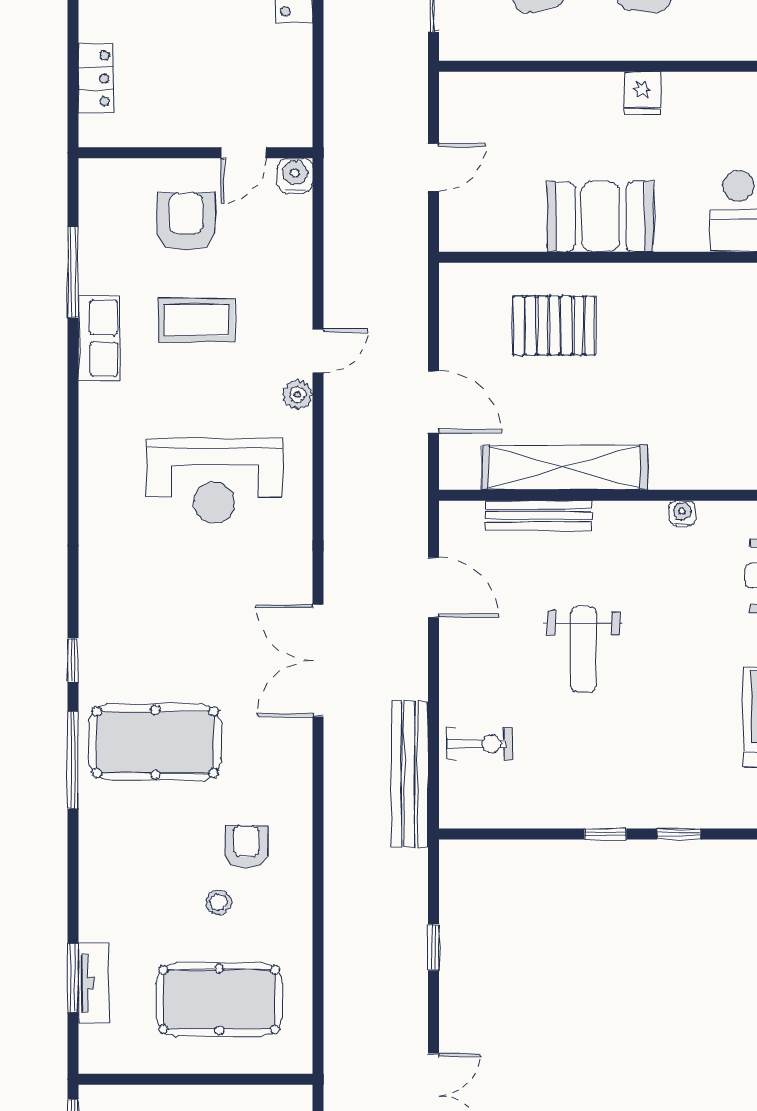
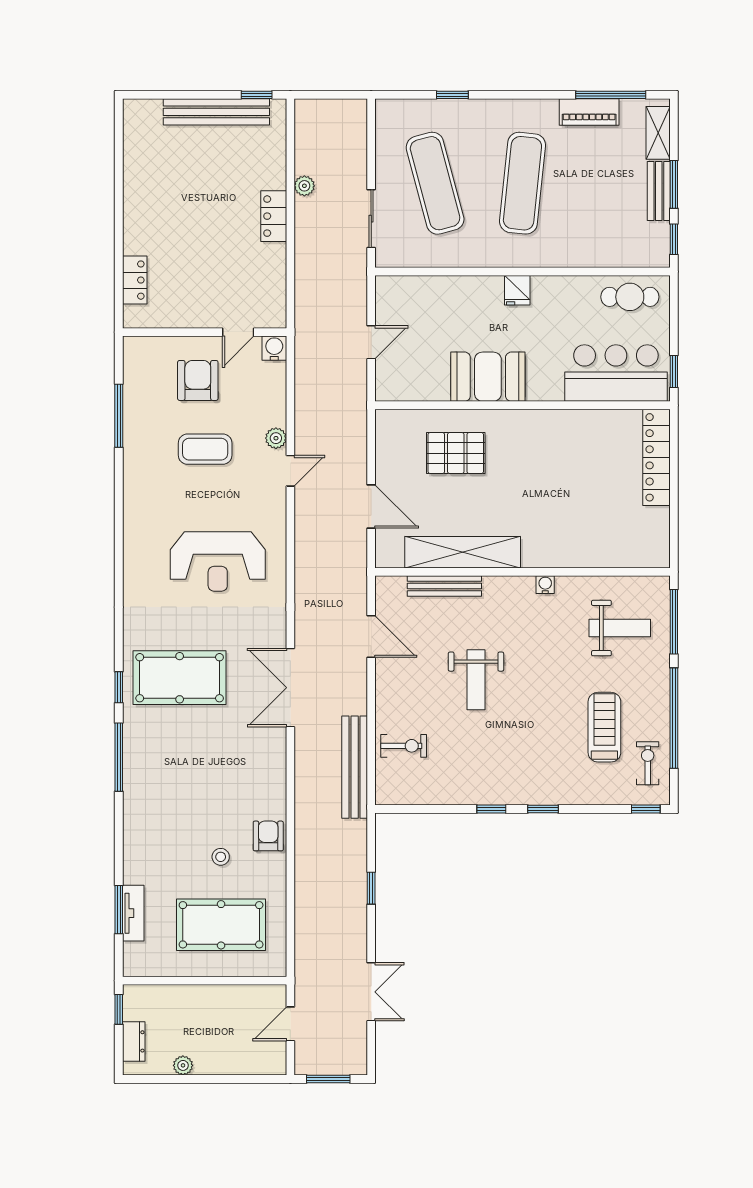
row of seats: (99, 338) -> (137, 462), removed
plant: (297, 394) -> (276, 438), moved
pool table: (155, 742) -> (180, 678), moved
armchair: (246, 847) -> (268, 836), moved

